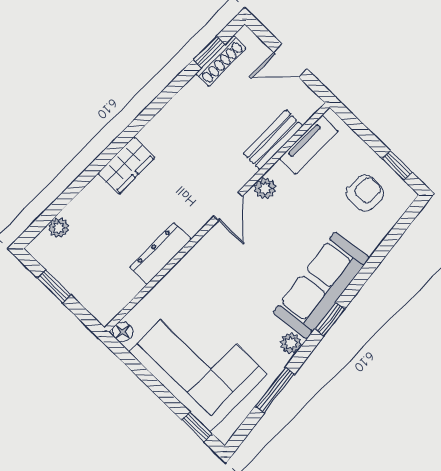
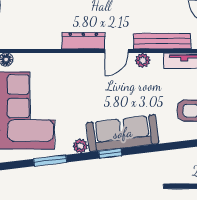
bench: (273, 140) -> (162, 41), width x1.36
dresser: (161, 253) -> (83, 41), moved

